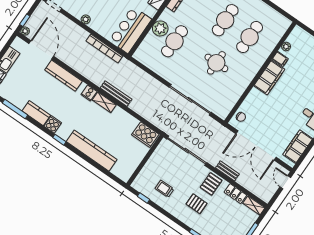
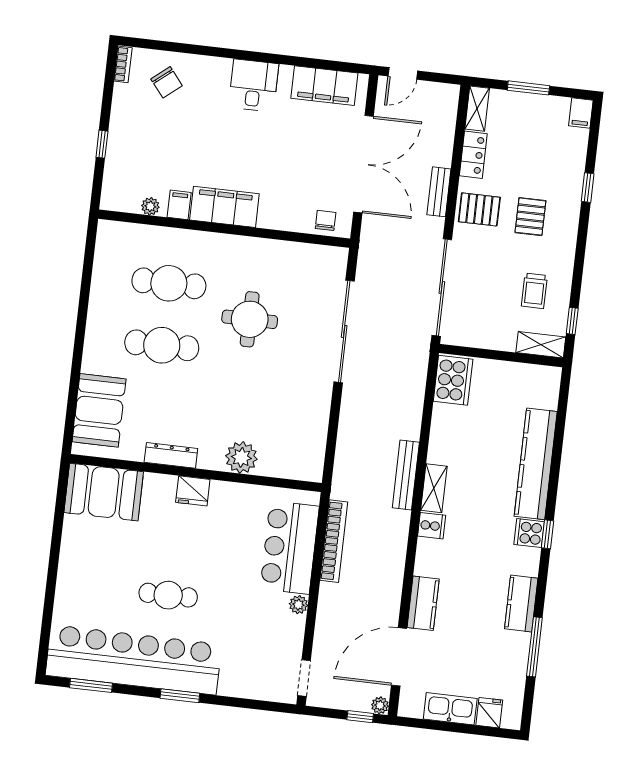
bar counter: (130, 30) -> (290, 547), moved, turned 90
cafe table: (174, 41) -> (251, 418), removed
kitchen counter: (63, 76) -> (423, 603), width x0.67
cooker: (53, 124) -> (529, 533), moved
shelving: (140, 179) -> (541, 345), added

